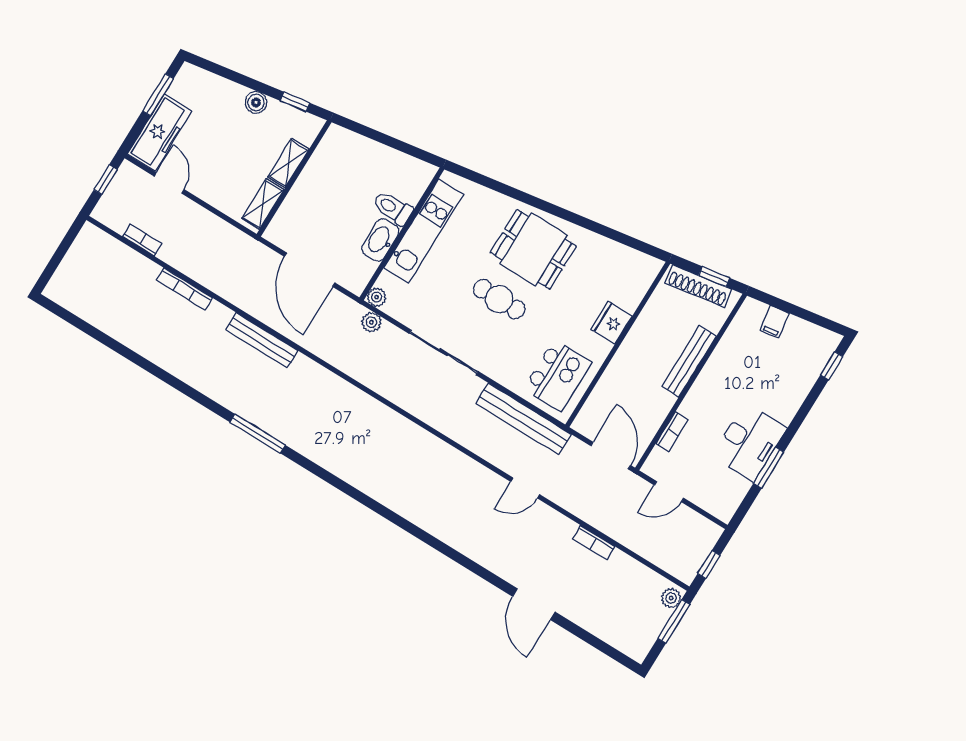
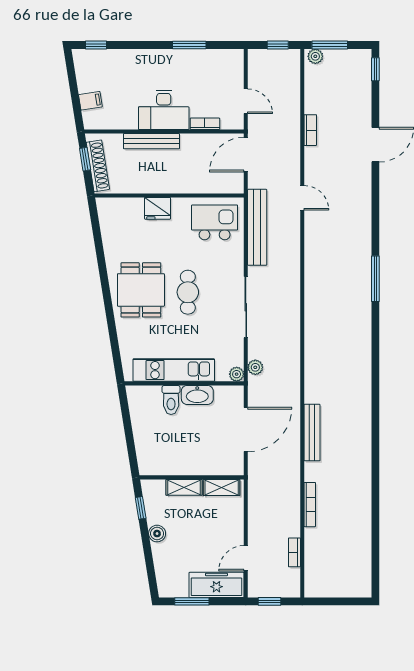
window: (258, 434) -> (375, 279), moved
desk: (749, 442) -> (164, 110), moved, turned 180
window: (616, 655) -> (375, 69), added

